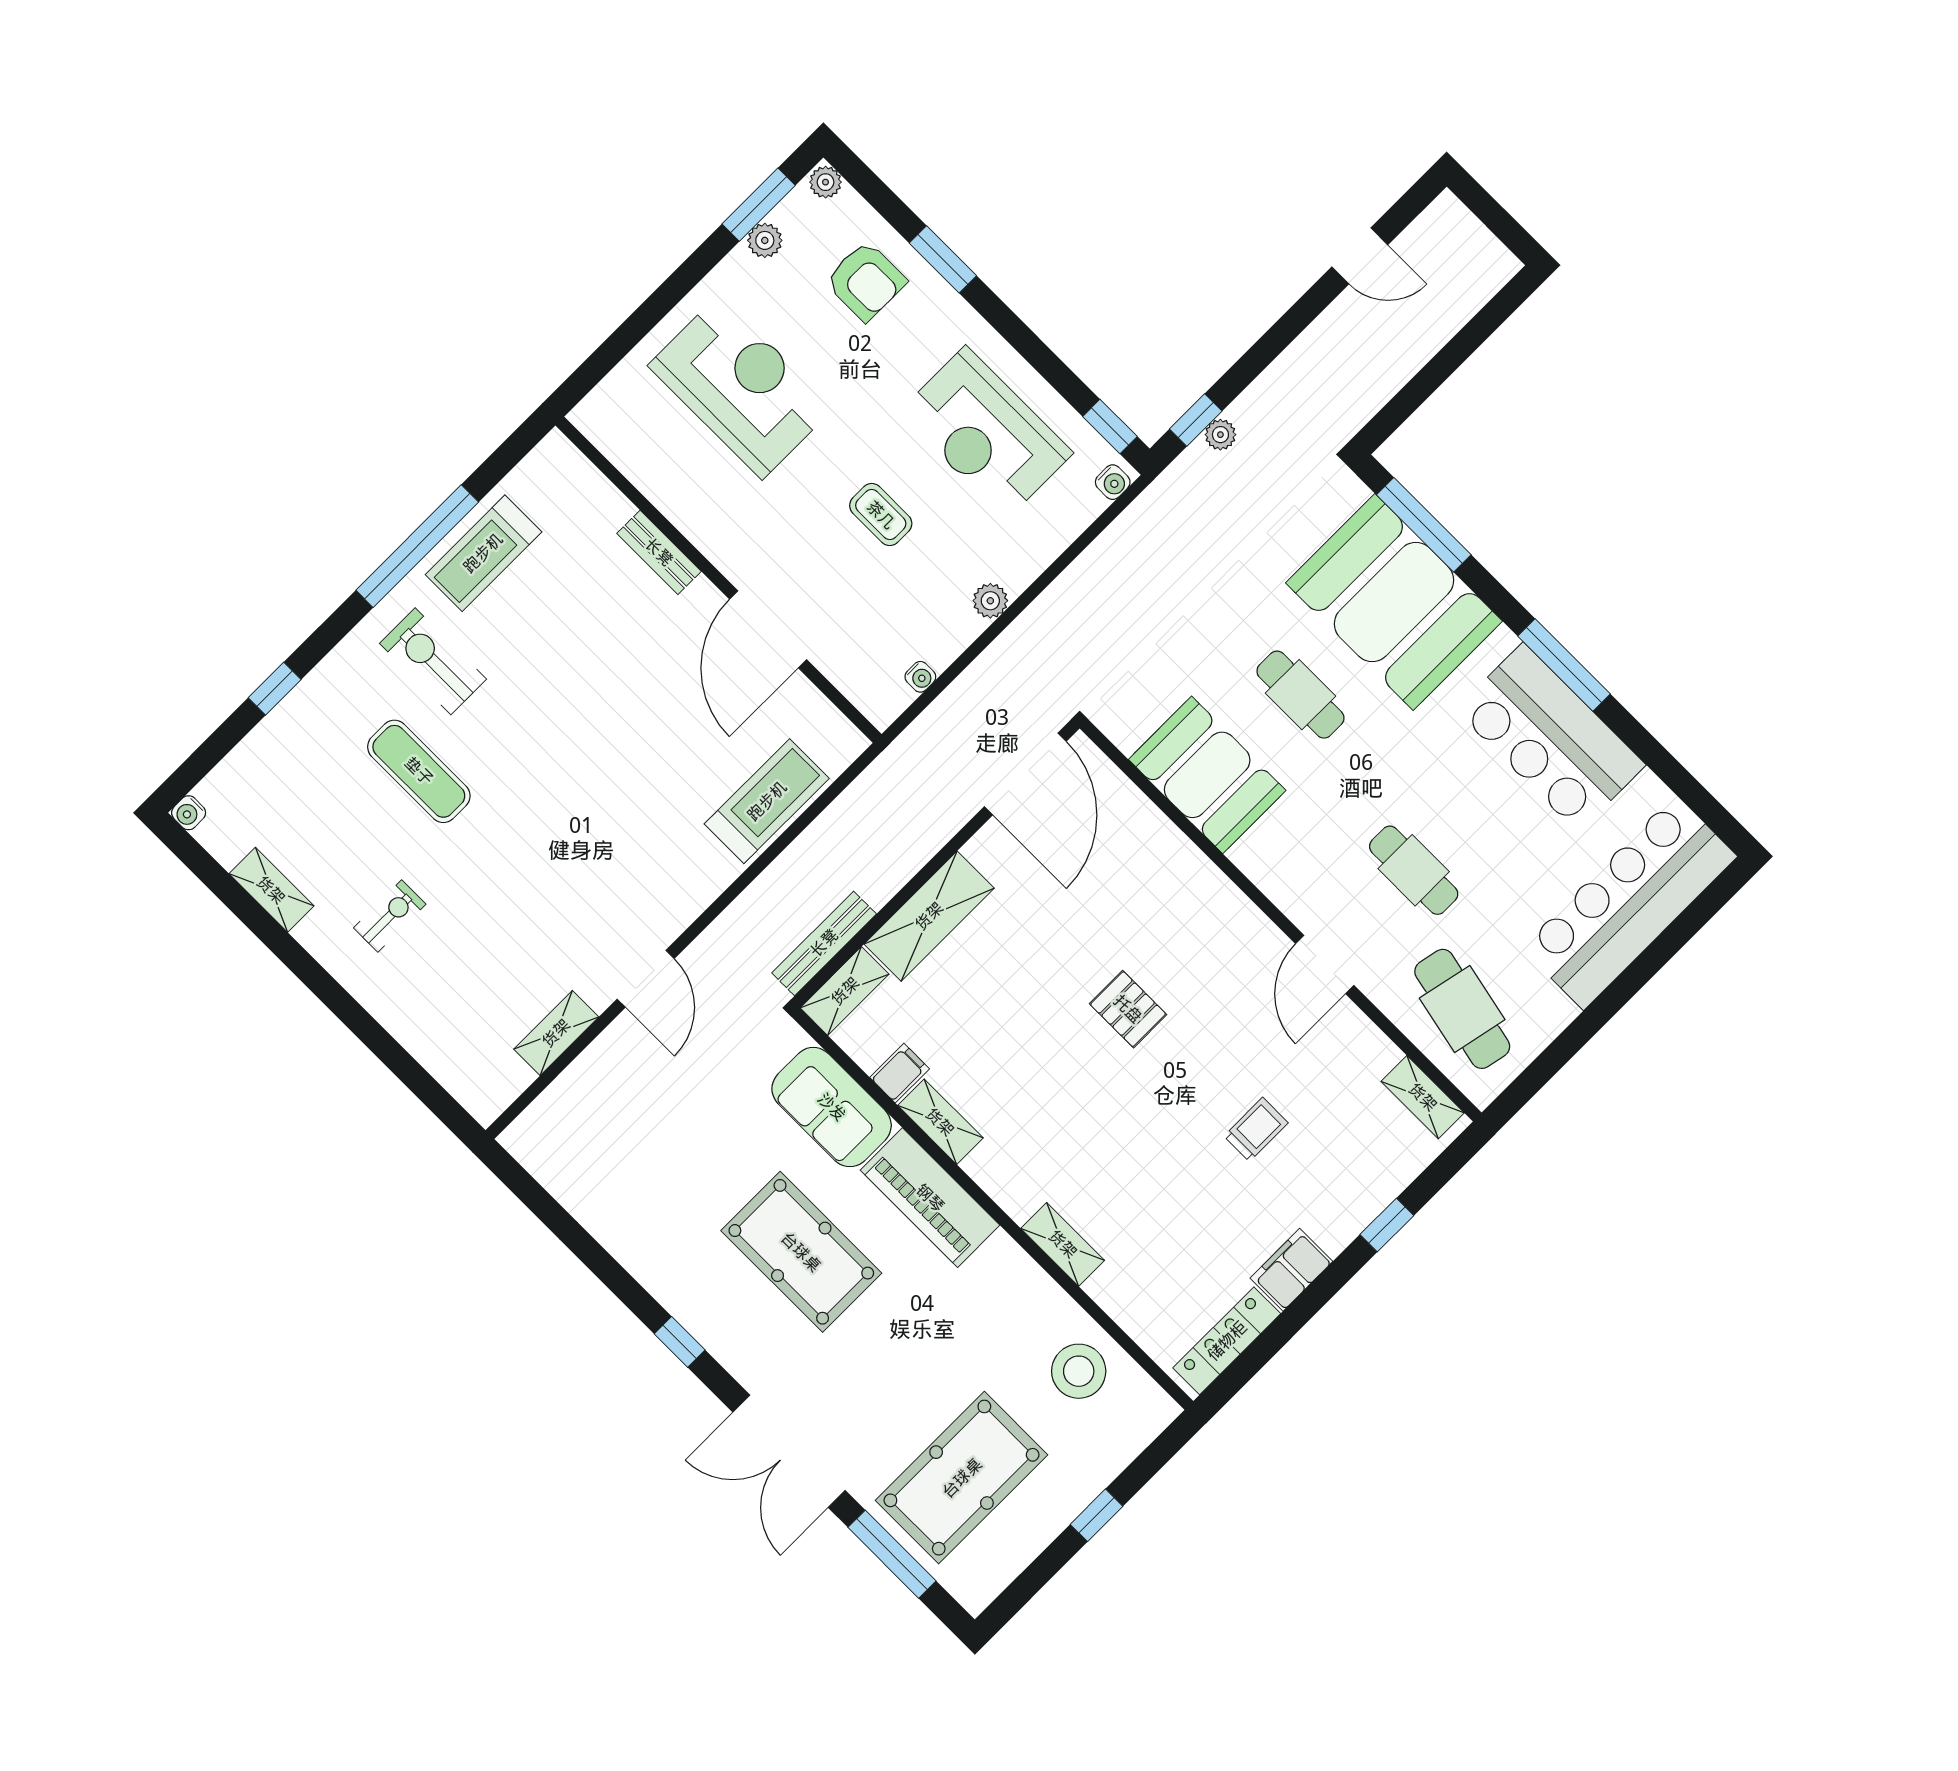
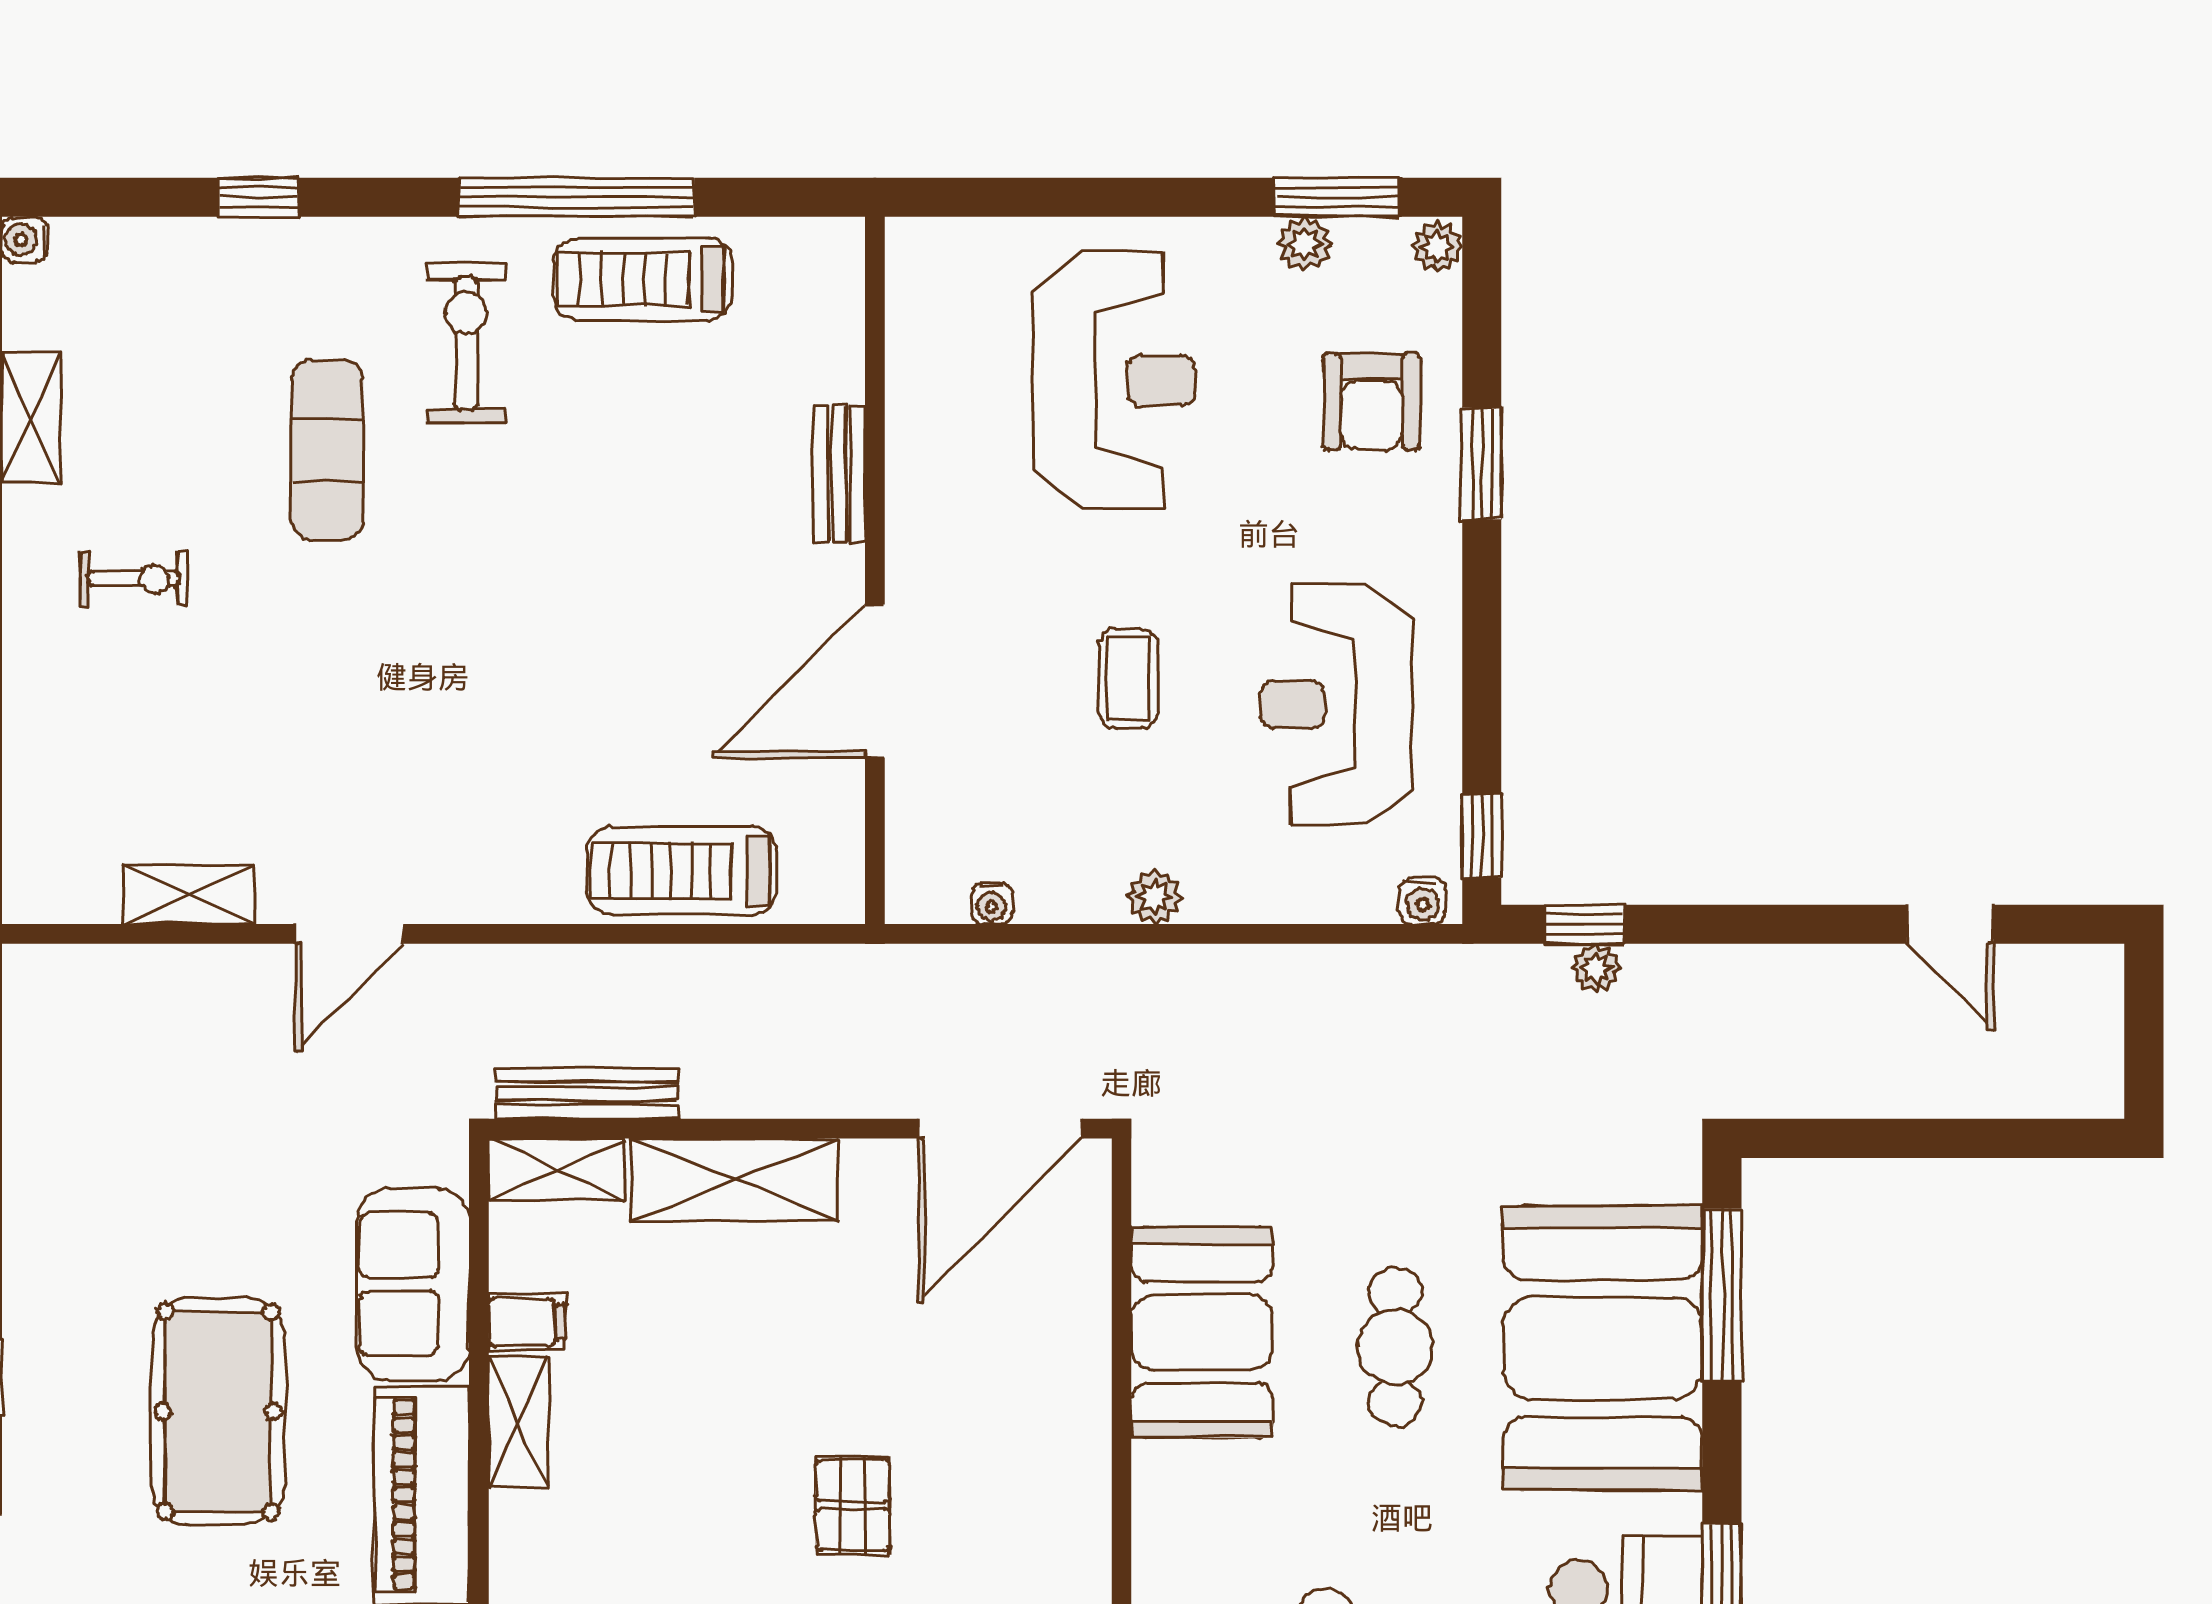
treadmill: (767, 801) -> (682, 871), turned 180

